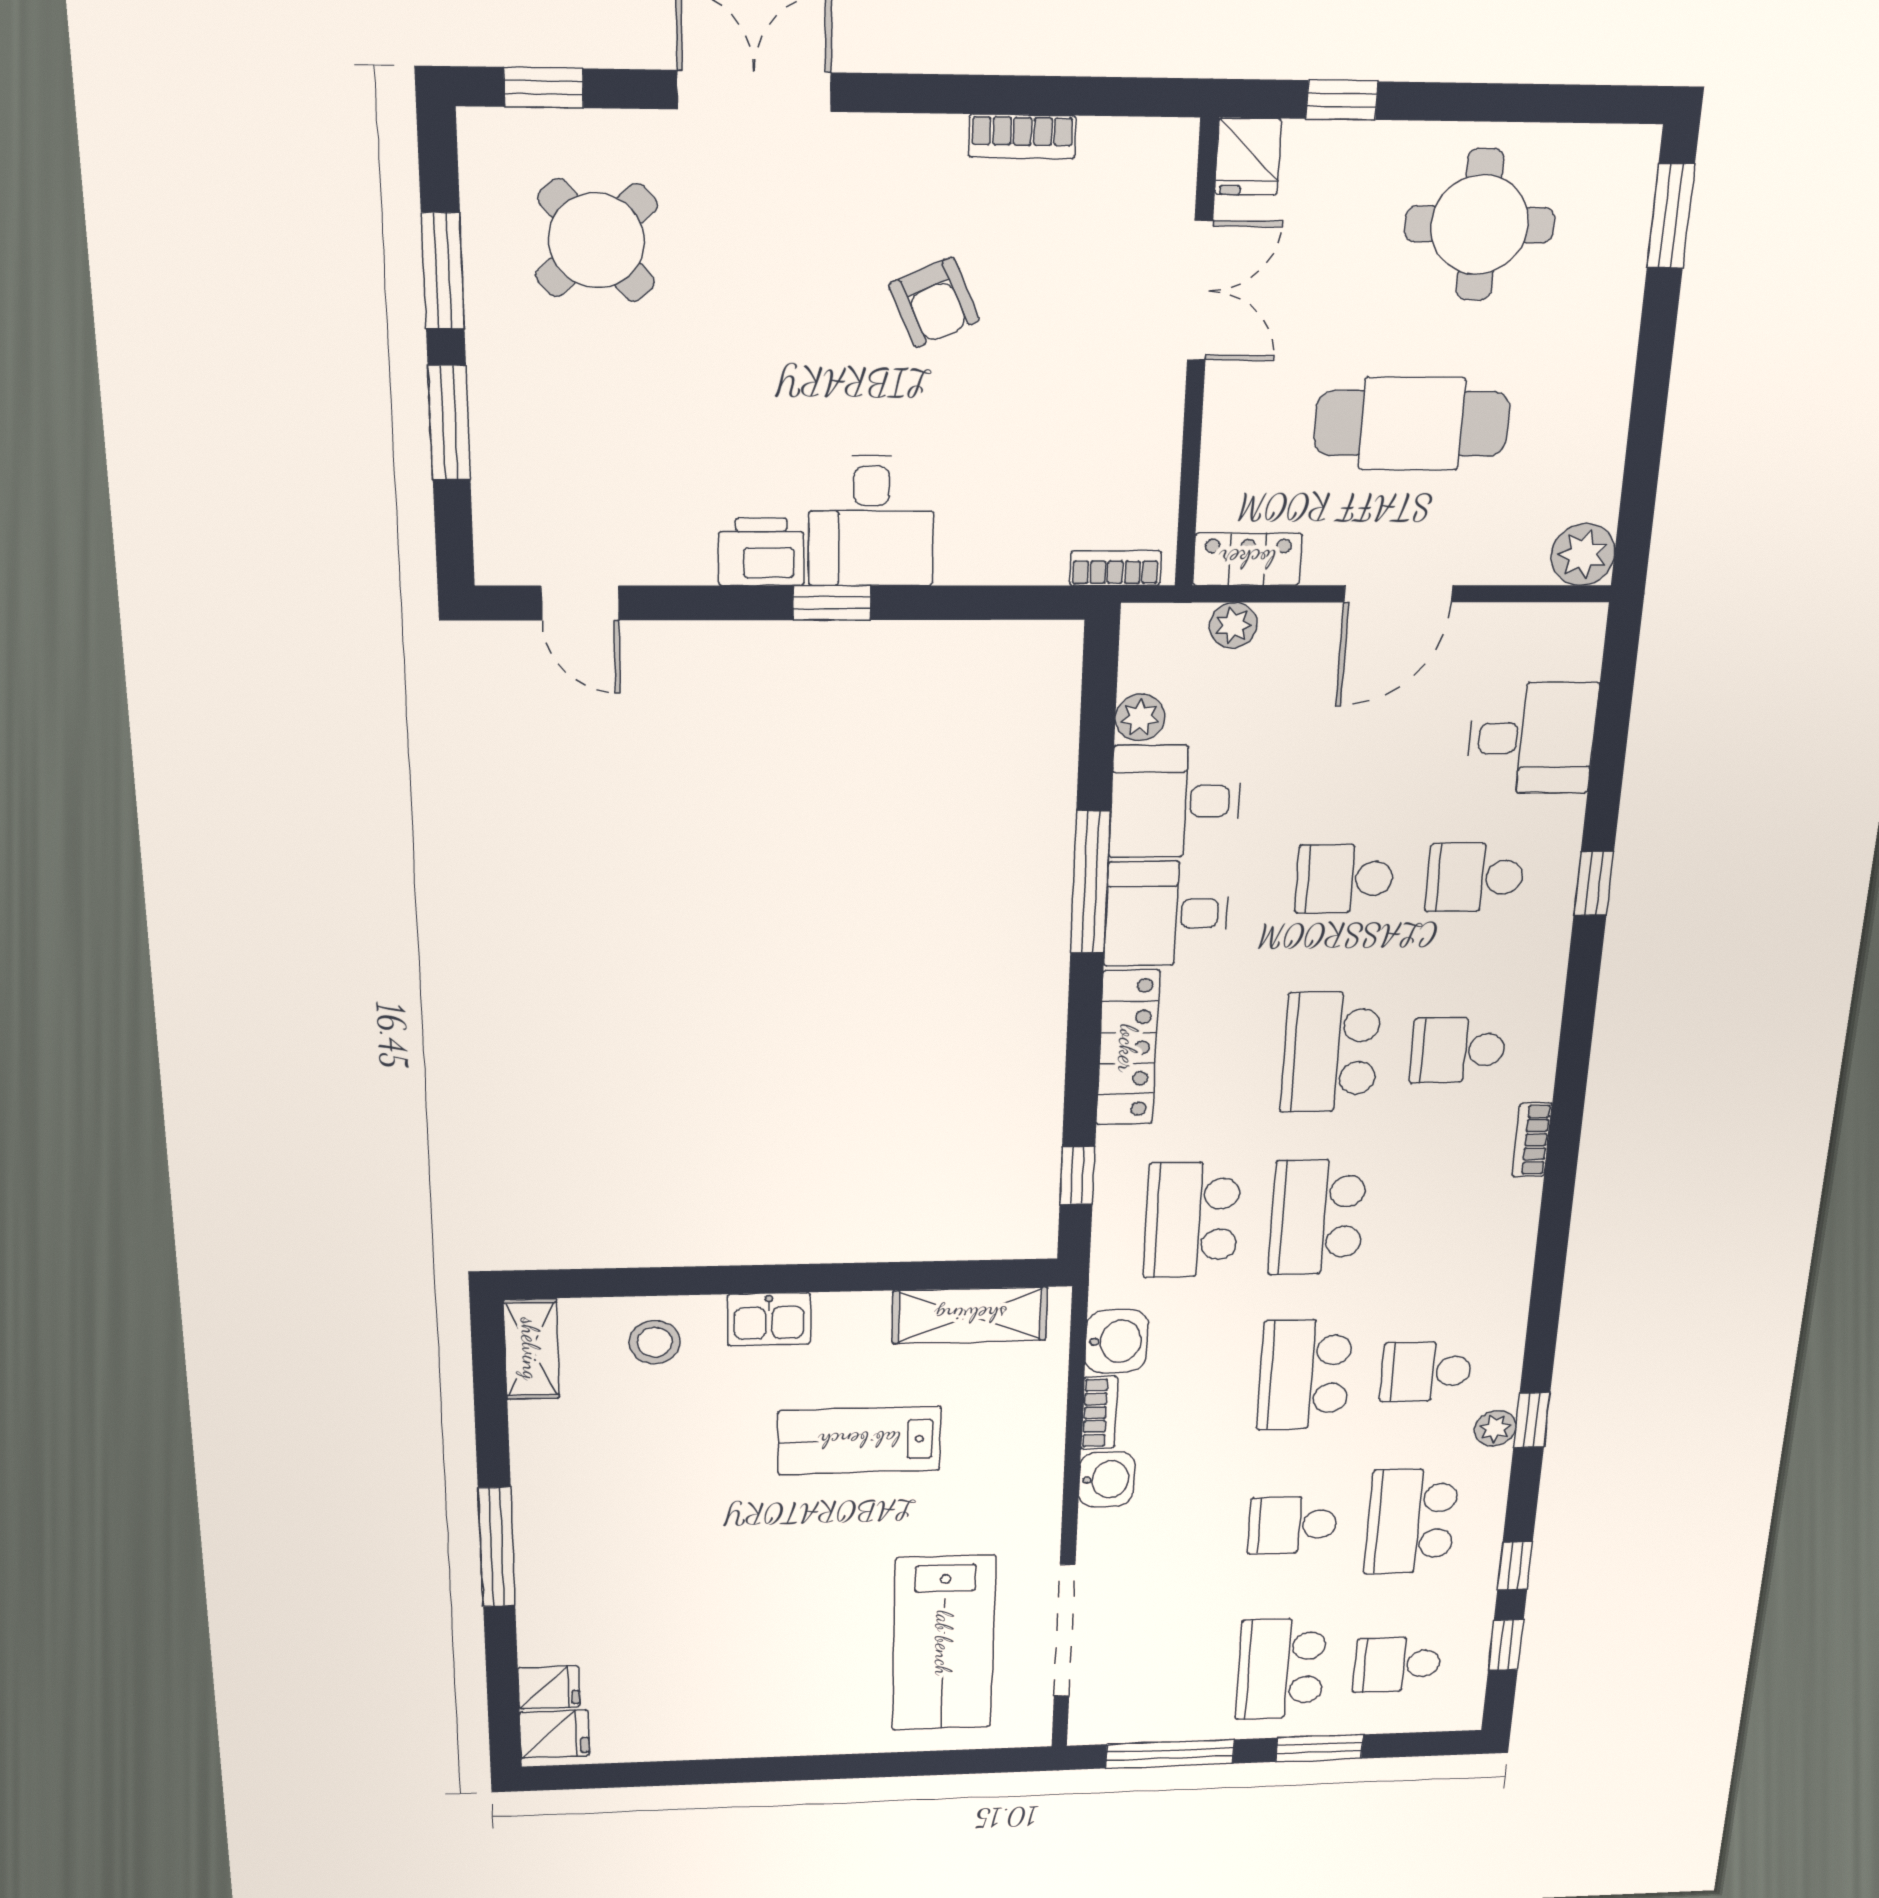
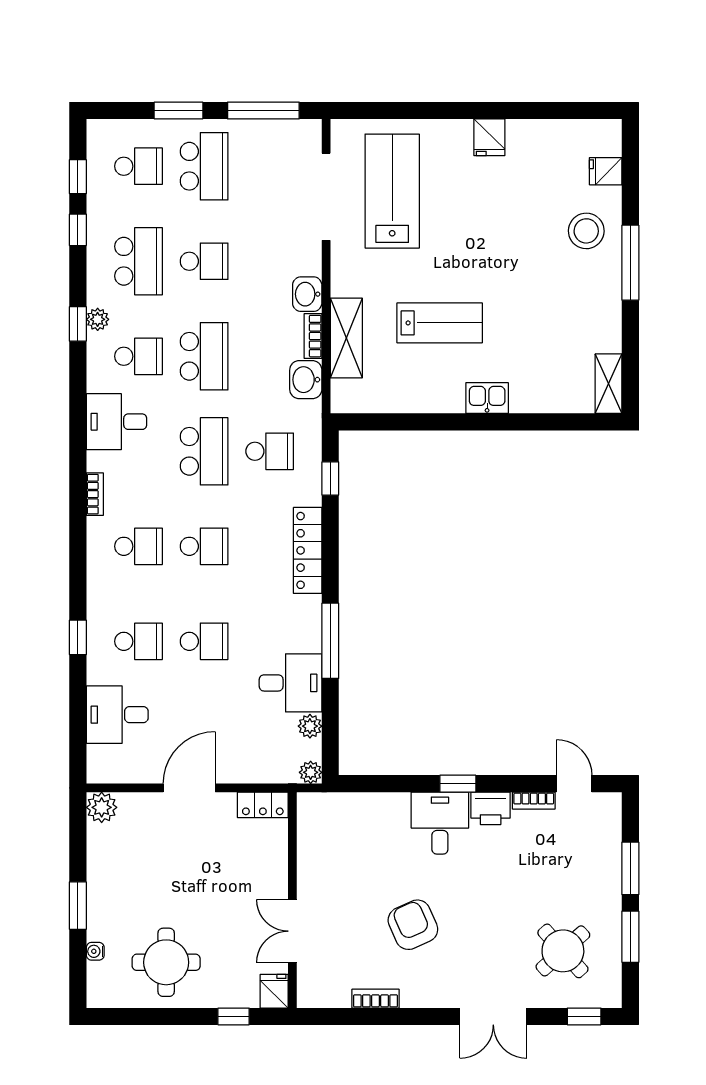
window: (1671, 216) -> (78, 906), moved
water cooler: (1630, 251) -> (95, 951), added
armchair: (934, 302) -> (413, 925), width x1.38, depth x1.38
cafe table: (1412, 424) -> (190, 870), removed
bookcase: (1115, 568) -> (534, 801), moved
plant: (1233, 625) -> (311, 772), moved
desk: (1167, 914) -> (116, 422), moved, turned 180
school desk: (1331, 1052) -> (204, 546), width x0.54
school desk: (1192, 1220) -> (270, 451), width x0.54
shelving: (970, 1315) -> (346, 338), moved, turned 90
stool: (655, 1342) -> (586, 231), moved, width x1.38, depth x1.38
fridge: (555, 1734) -> (489, 137), moved, turned -90

